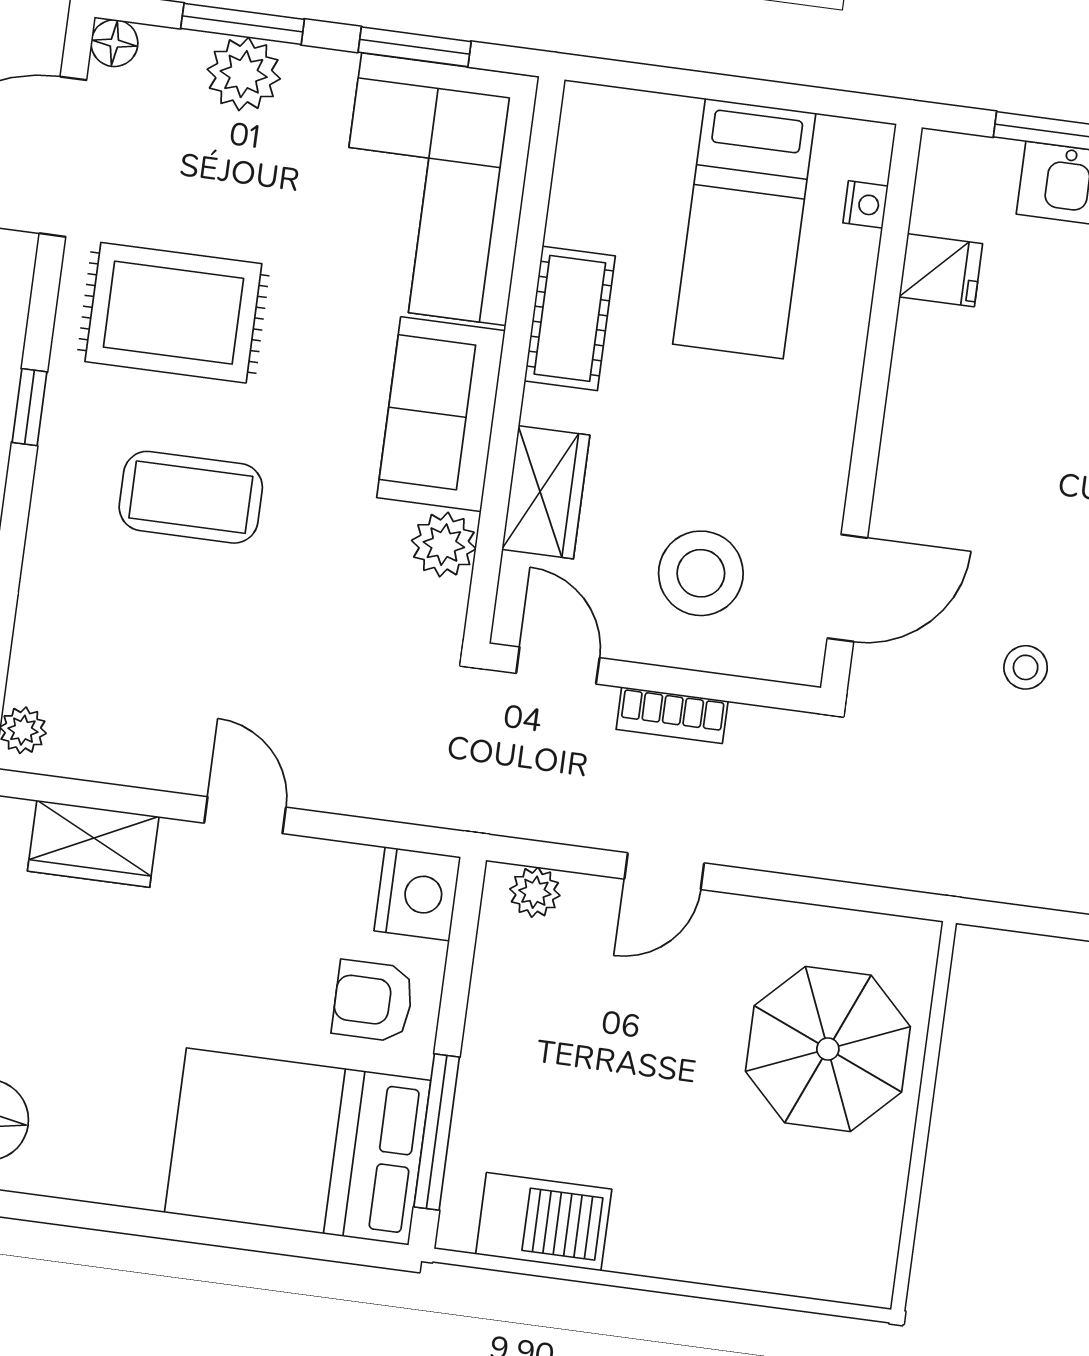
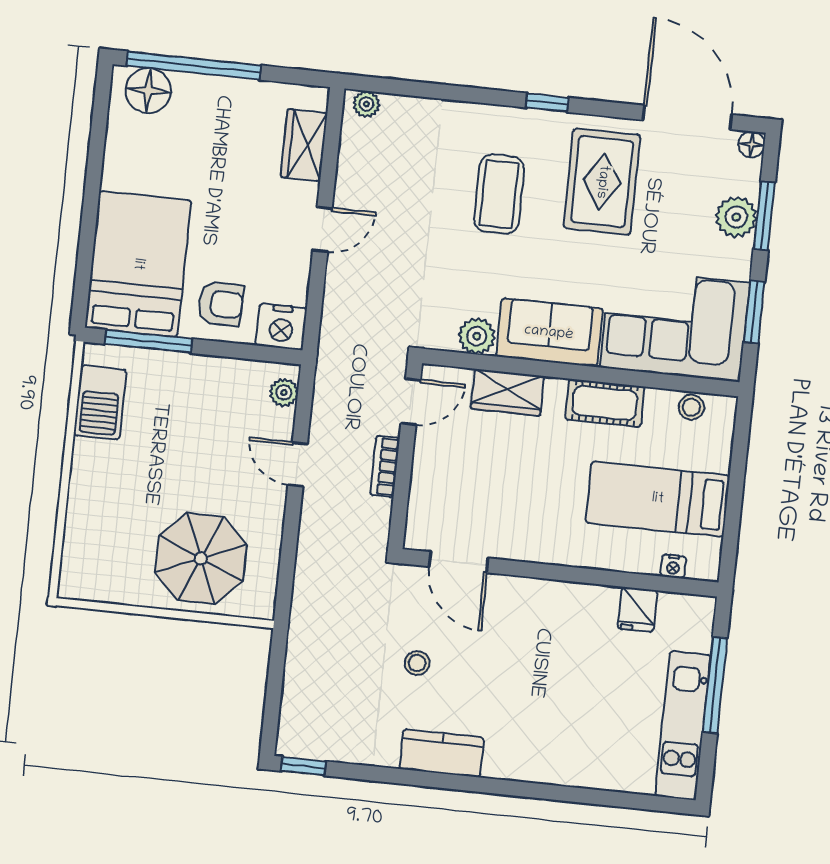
stool: (701, 573) -> (691, 407), moved, width x0.53, depth x0.53
armchair: (373, 1001) -> (221, 304), turned 91

